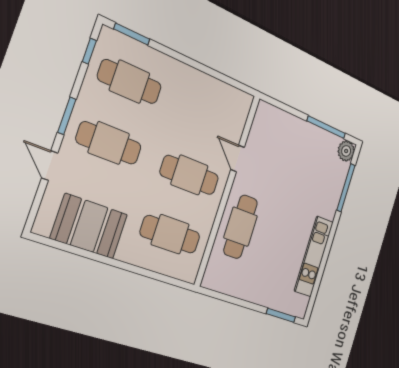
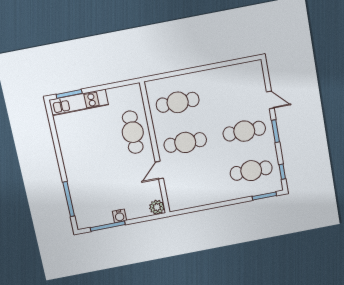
water cooler: (308, 131) -> (119, 216), added
plant: (346, 151) -> (157, 207), moved
door: (238, 159) -> (159, 170), swing flipped
booth: (89, 226) -> (230, 80), removed
kitchen unit: (314, 256) -> (79, 102), moved, turned 90

